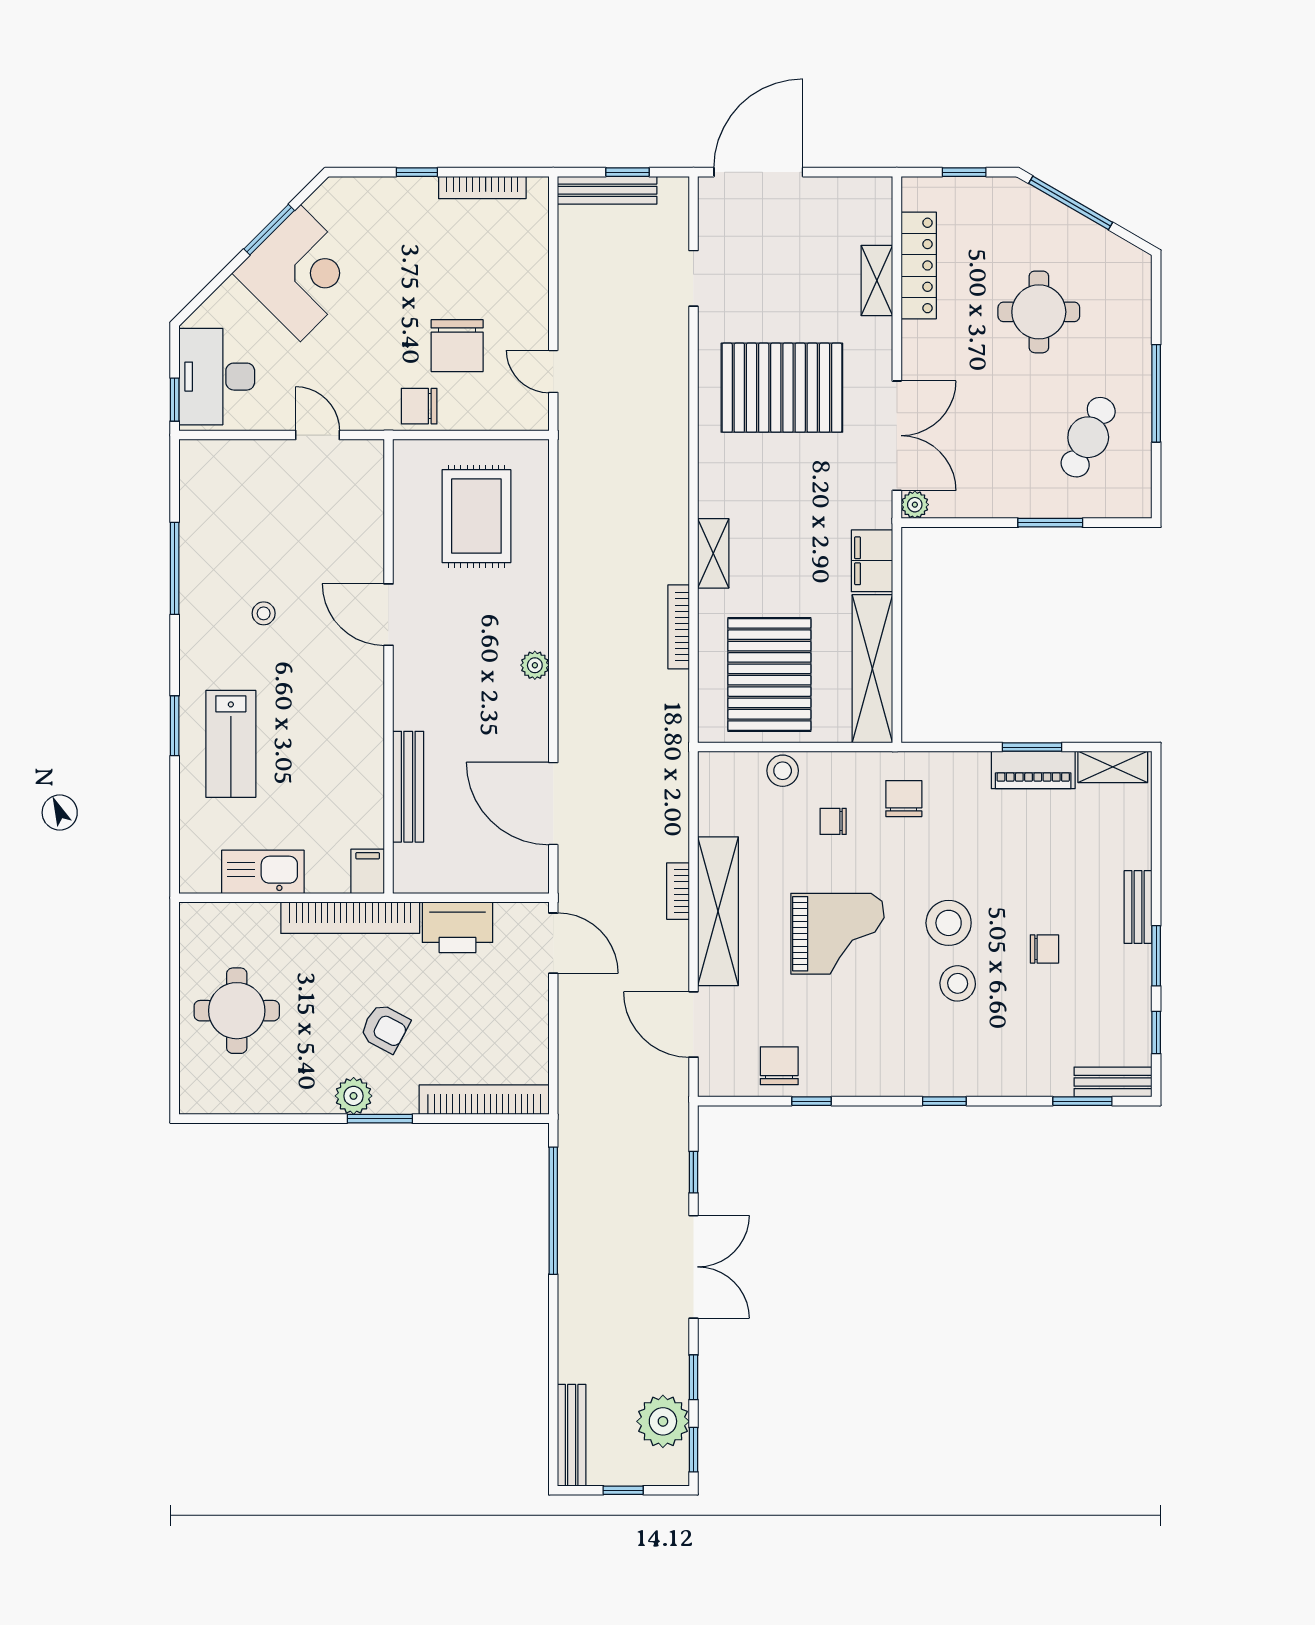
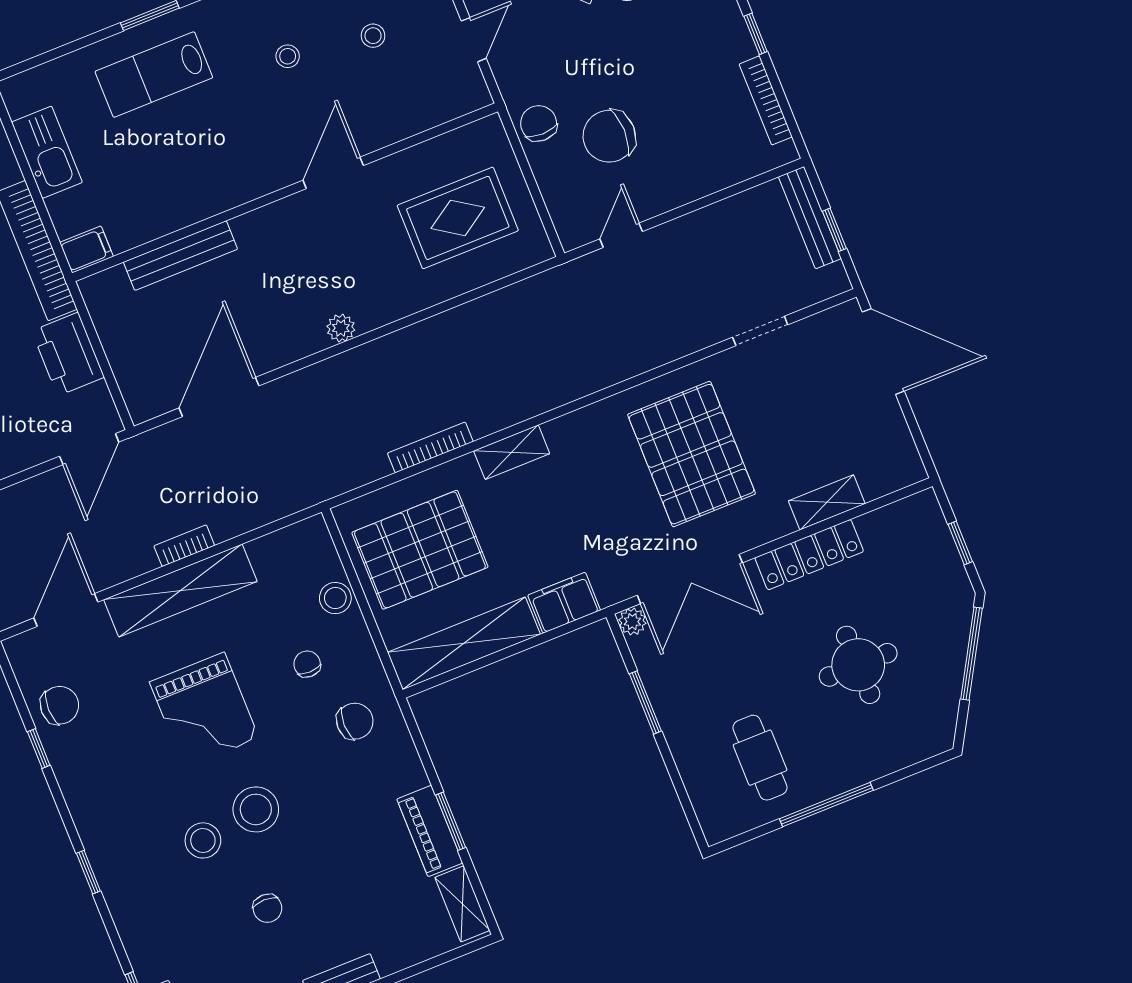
locker: (919, 265) -> (809, 555), moved
cafe table: (1088, 437) -> (760, 758), turned 64
window: (1050, 523) -> (645, 702), moved
stool: (276, 527) -> (373, 36), added

